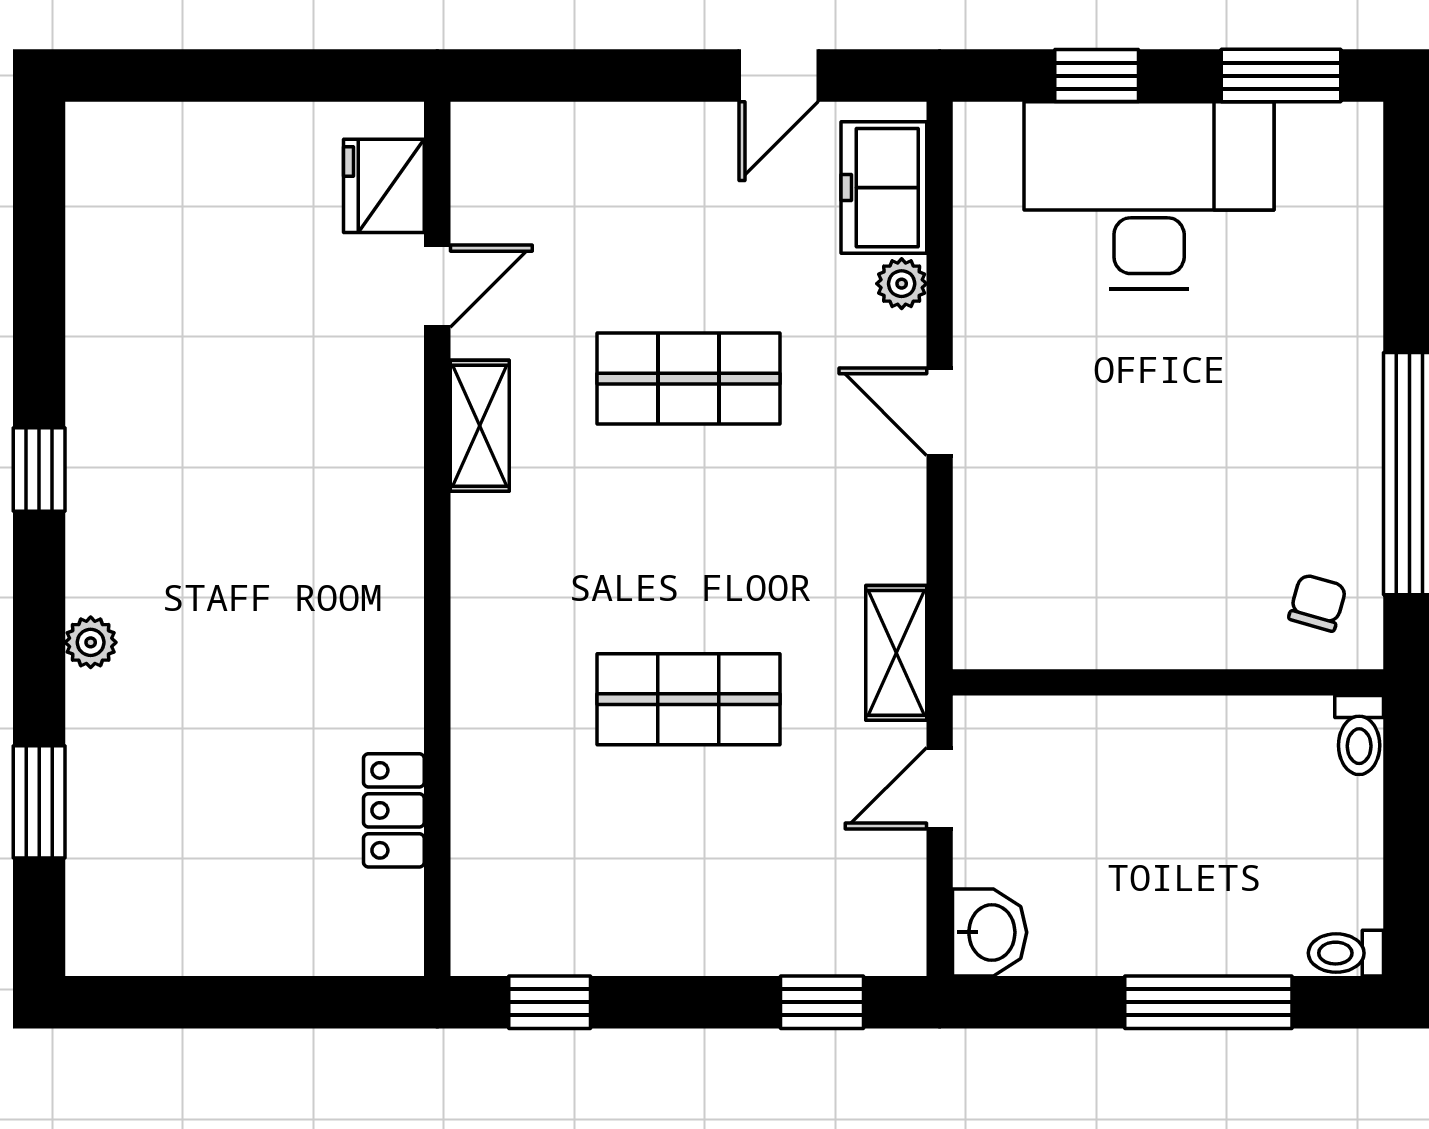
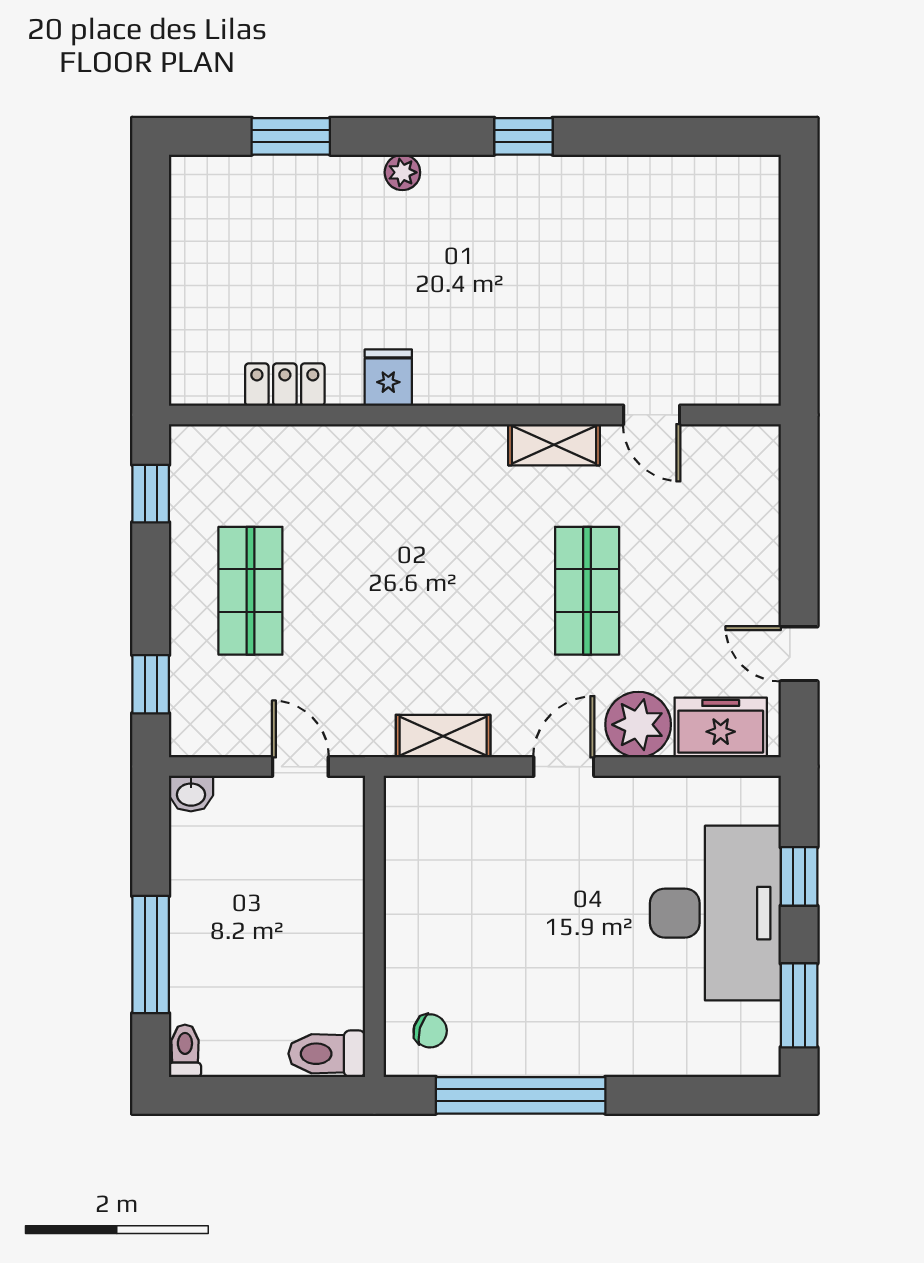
fridge: (384, 186) -> (388, 378), moved, width x0.72
plant: (902, 284) -> (638, 725), width x1.87, depth x1.87
shelving: (896, 653) -> (443, 736), moved
shop shelf: (688, 699) -> (250, 591), moved
toilet: (1359, 735) -> (327, 1054), width x1.37, depth x1.39
washbasin: (990, 932) -> (191, 794), width x0.72, depth x0.69

